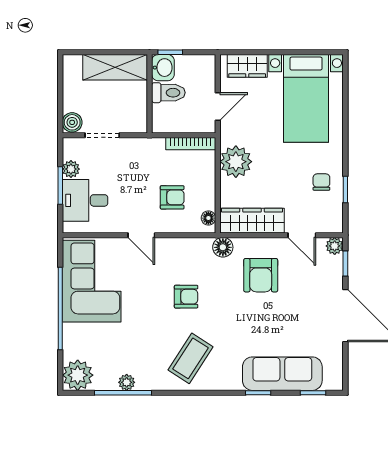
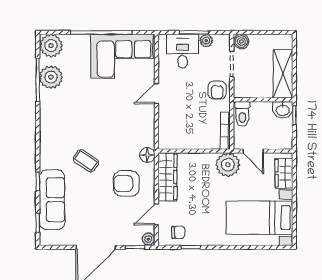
toilet: (168, 93) -> (242, 114), moved
plant: (236, 162) -> (228, 165), moved
chair: (321, 182) -> (178, 232), moved
armchair: (172, 197) -> (217, 90), moved
floor lamp: (208, 218) -> (169, 144), removed
armchair: (186, 297) -> (110, 127), removed
coffee table: (190, 358) -> (86, 161), moved, width x0.73, depth x0.77
plant: (127, 382) -> (51, 77), width x1.88, depth x1.88

